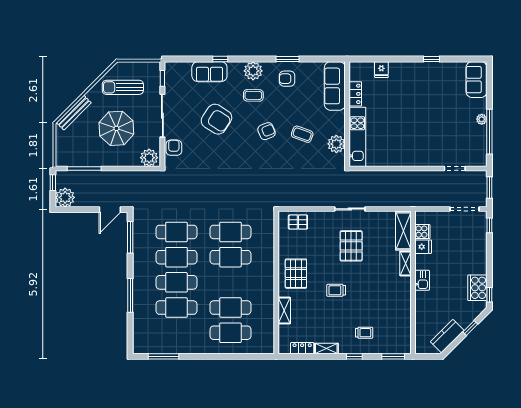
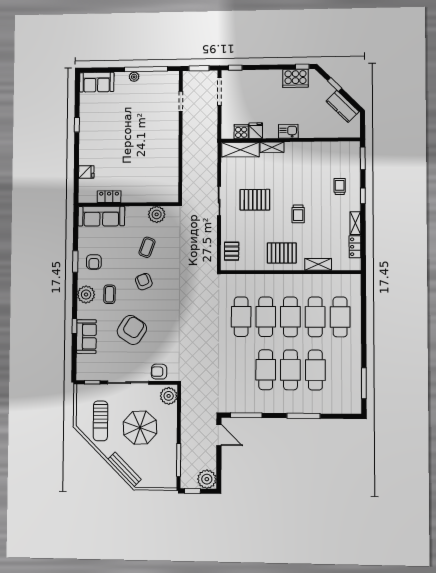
kitchen unit: (357, 137) -> (150, 194), removed
cafe table: (176, 232) -> (290, 317), moved

